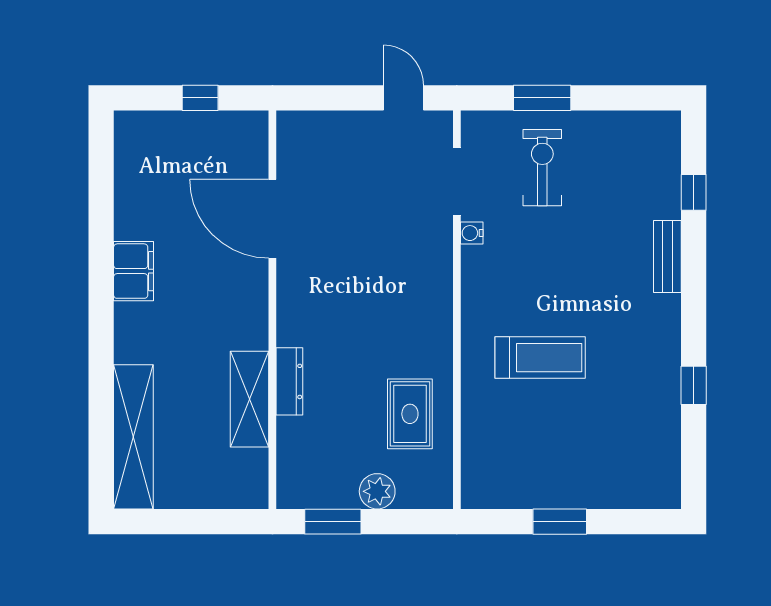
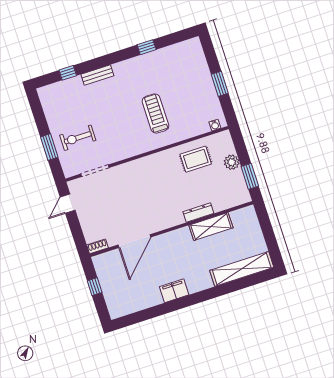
shoe rack: (287, 133) -> (97, 246), added
water cooler: (472, 233) -> (215, 125), moved

